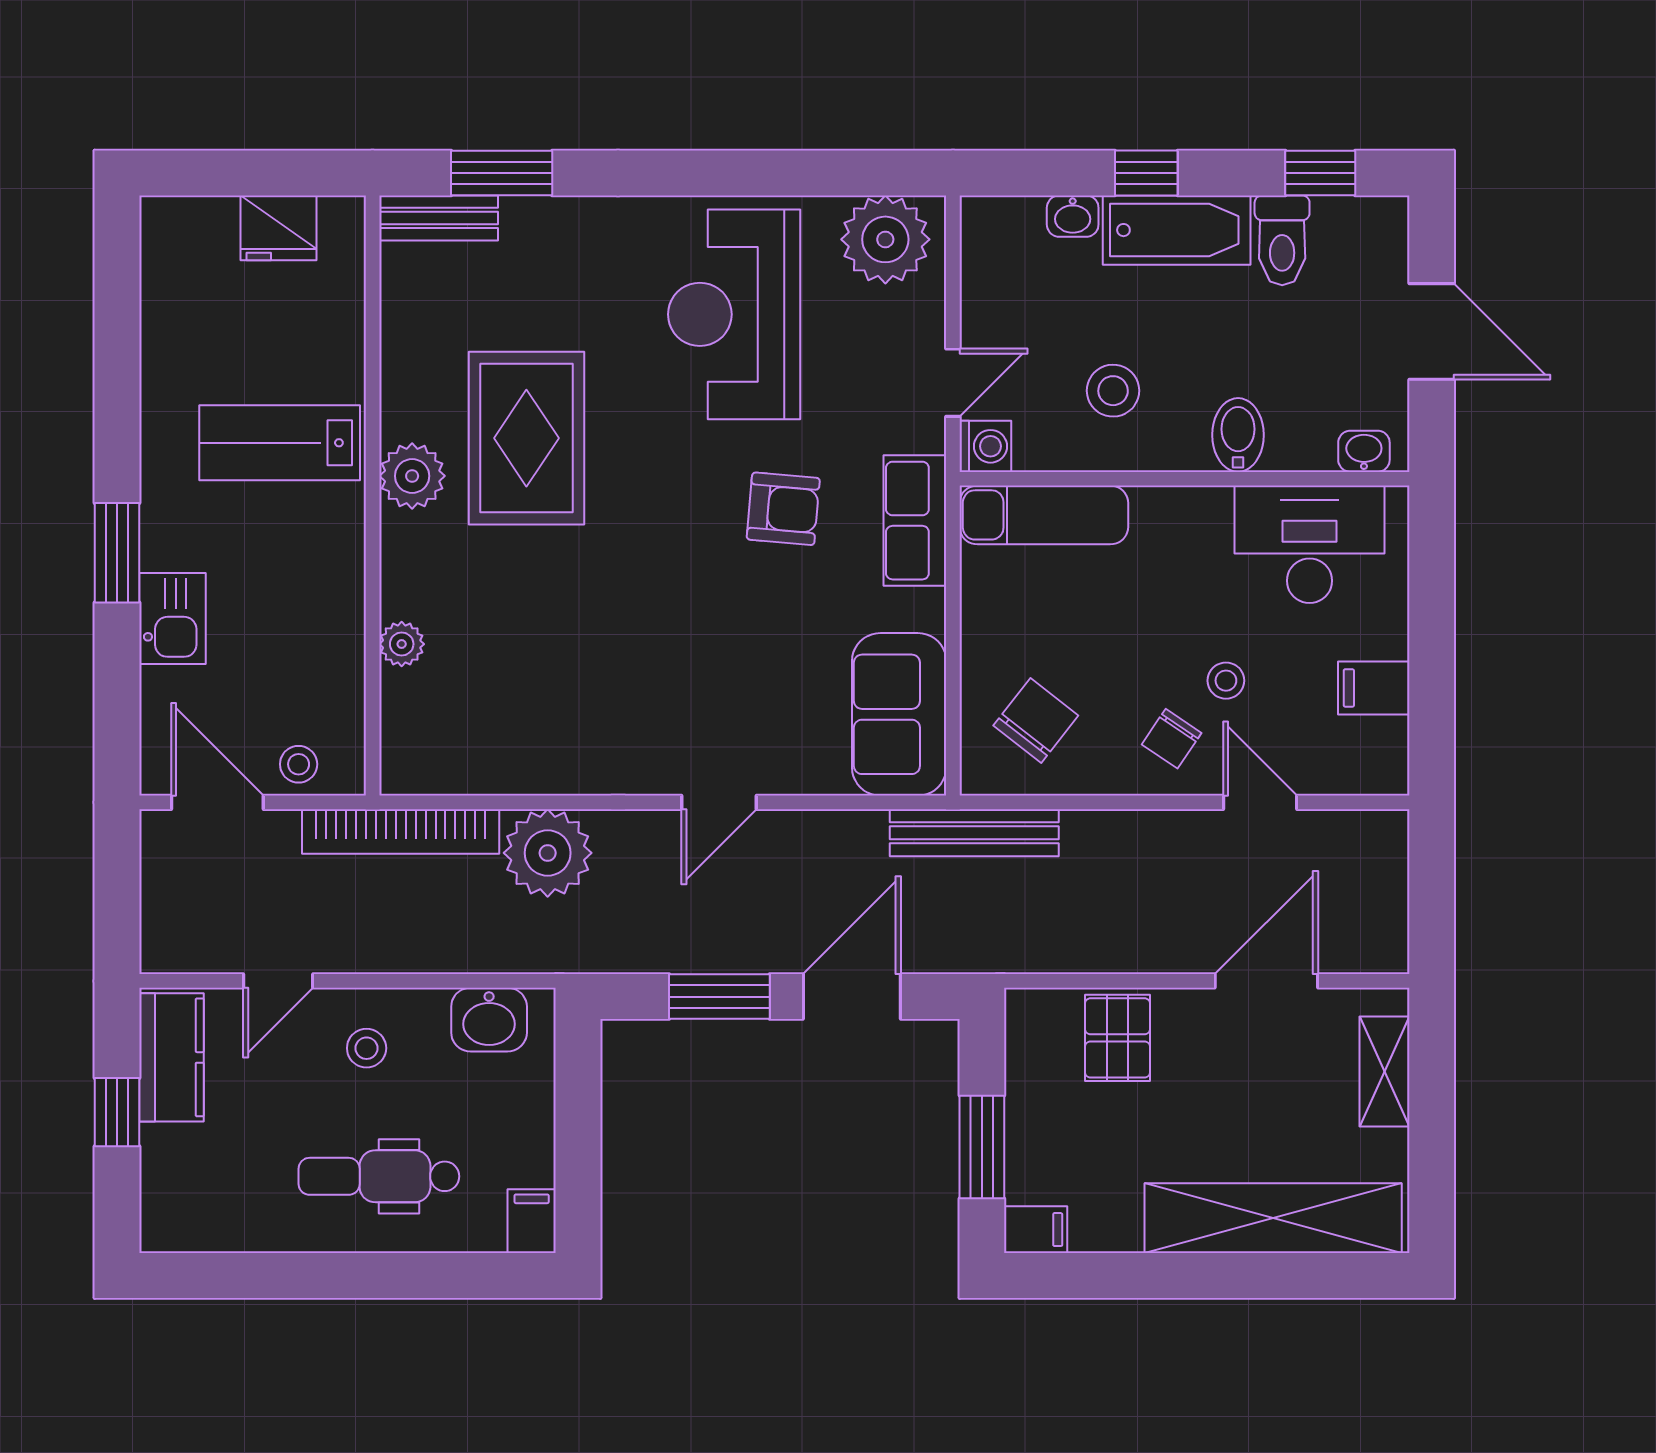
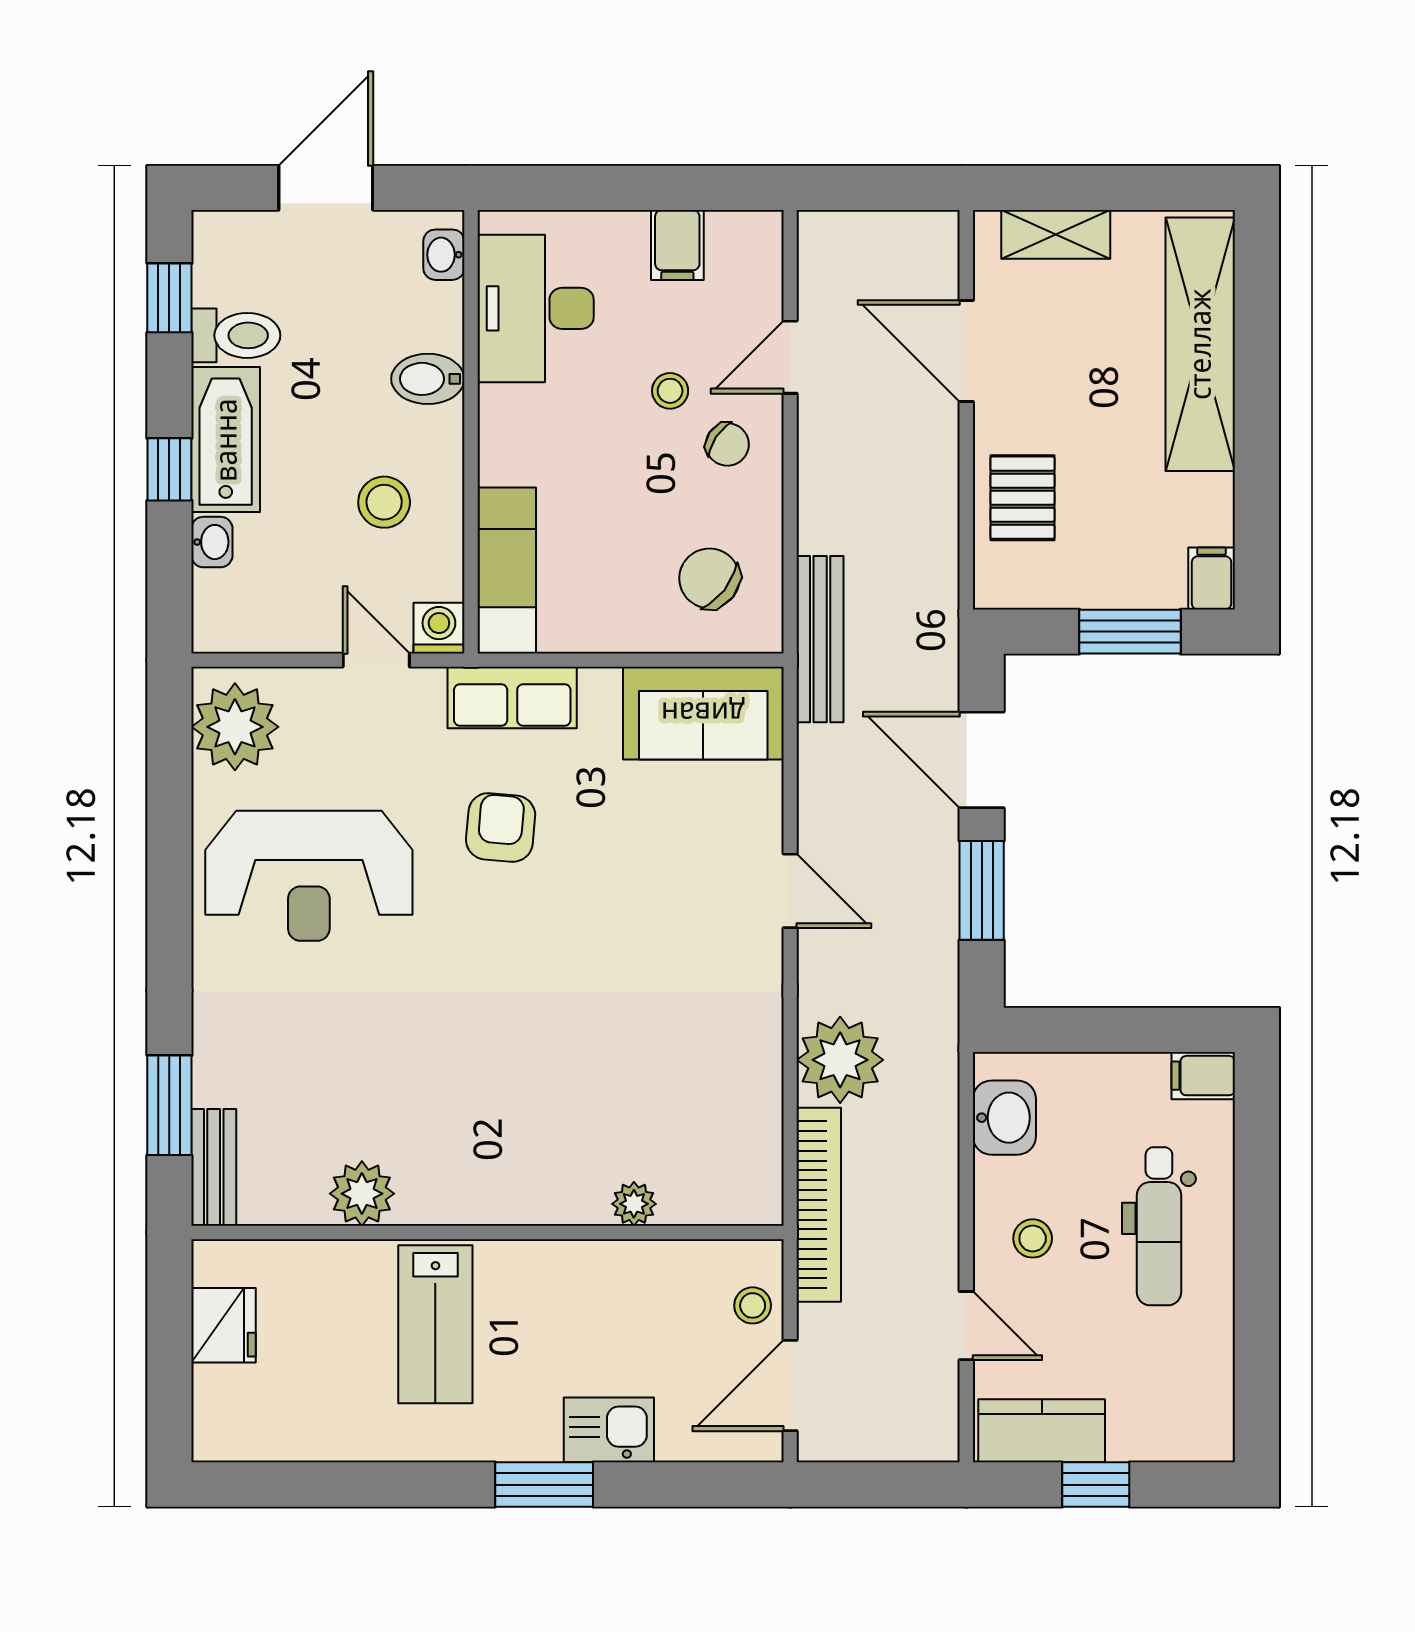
rug: (526, 438) -> (431, 1081), removed
plant: (412, 476) -> (362, 1194), moved
pallet: (1118, 1038) -> (1022, 498), turned 90

